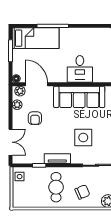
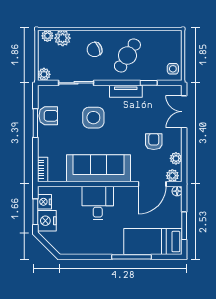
door: (36, 84) -> (152, 184), hinge flipped
cafe table: (56, 187) -> (127, 56), turned 32

